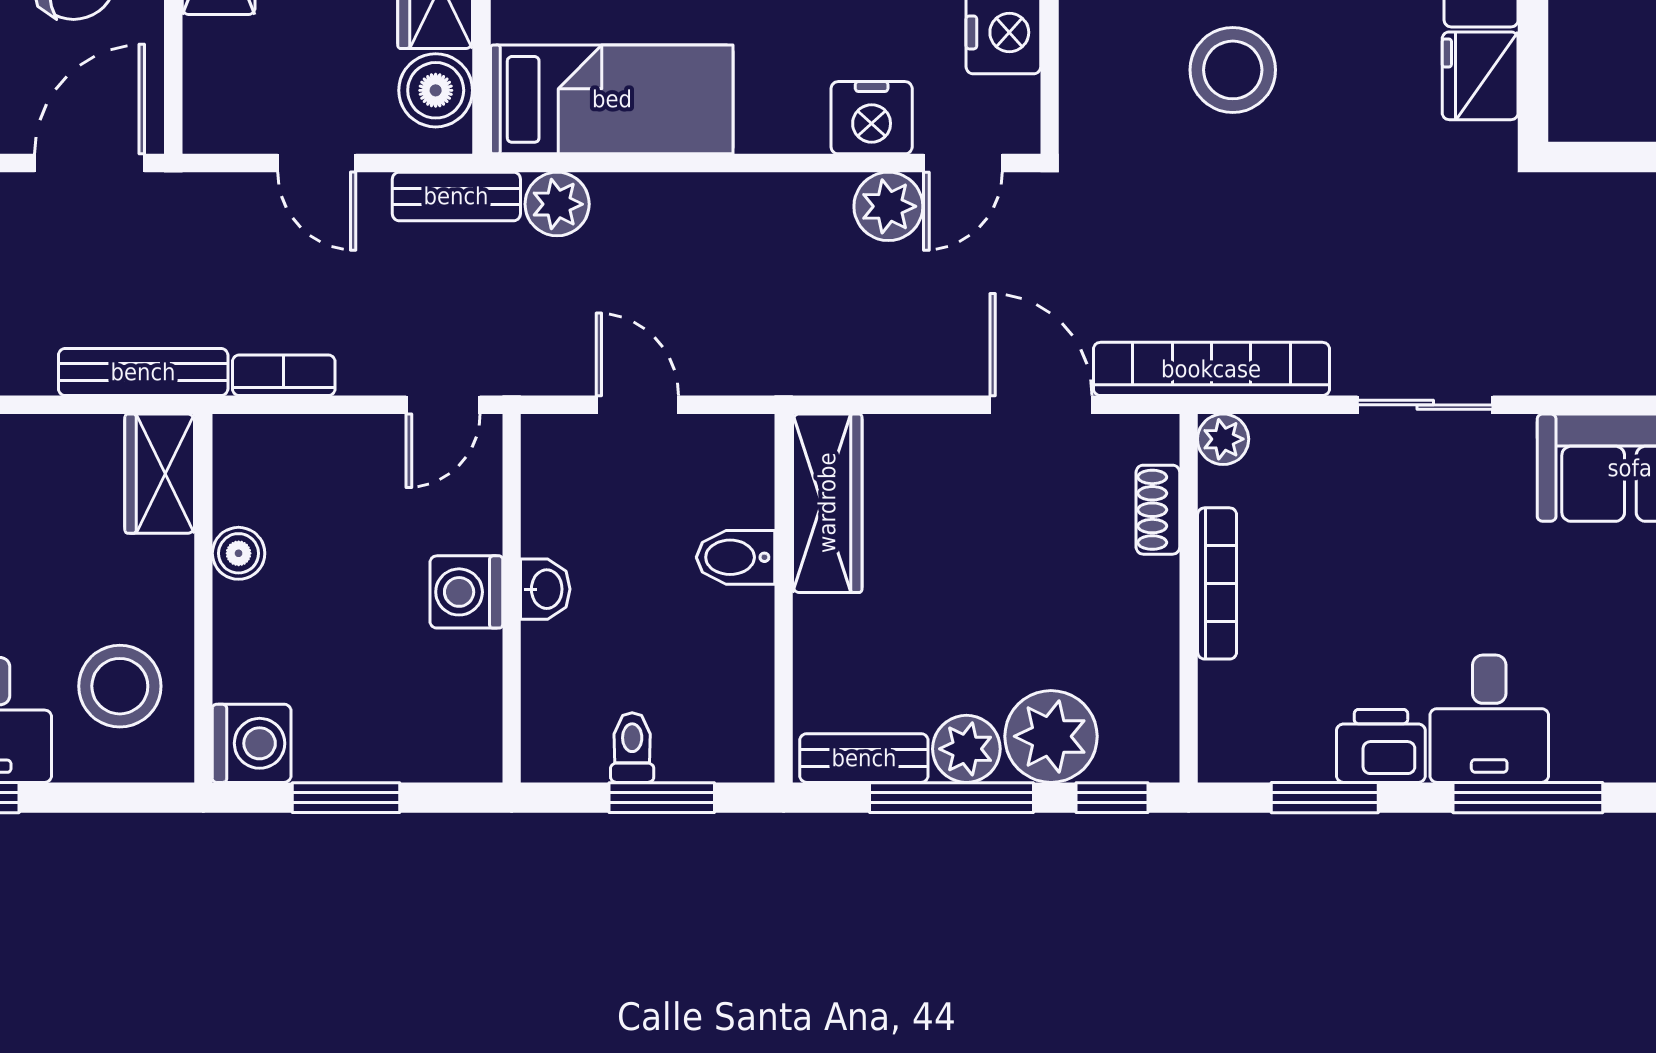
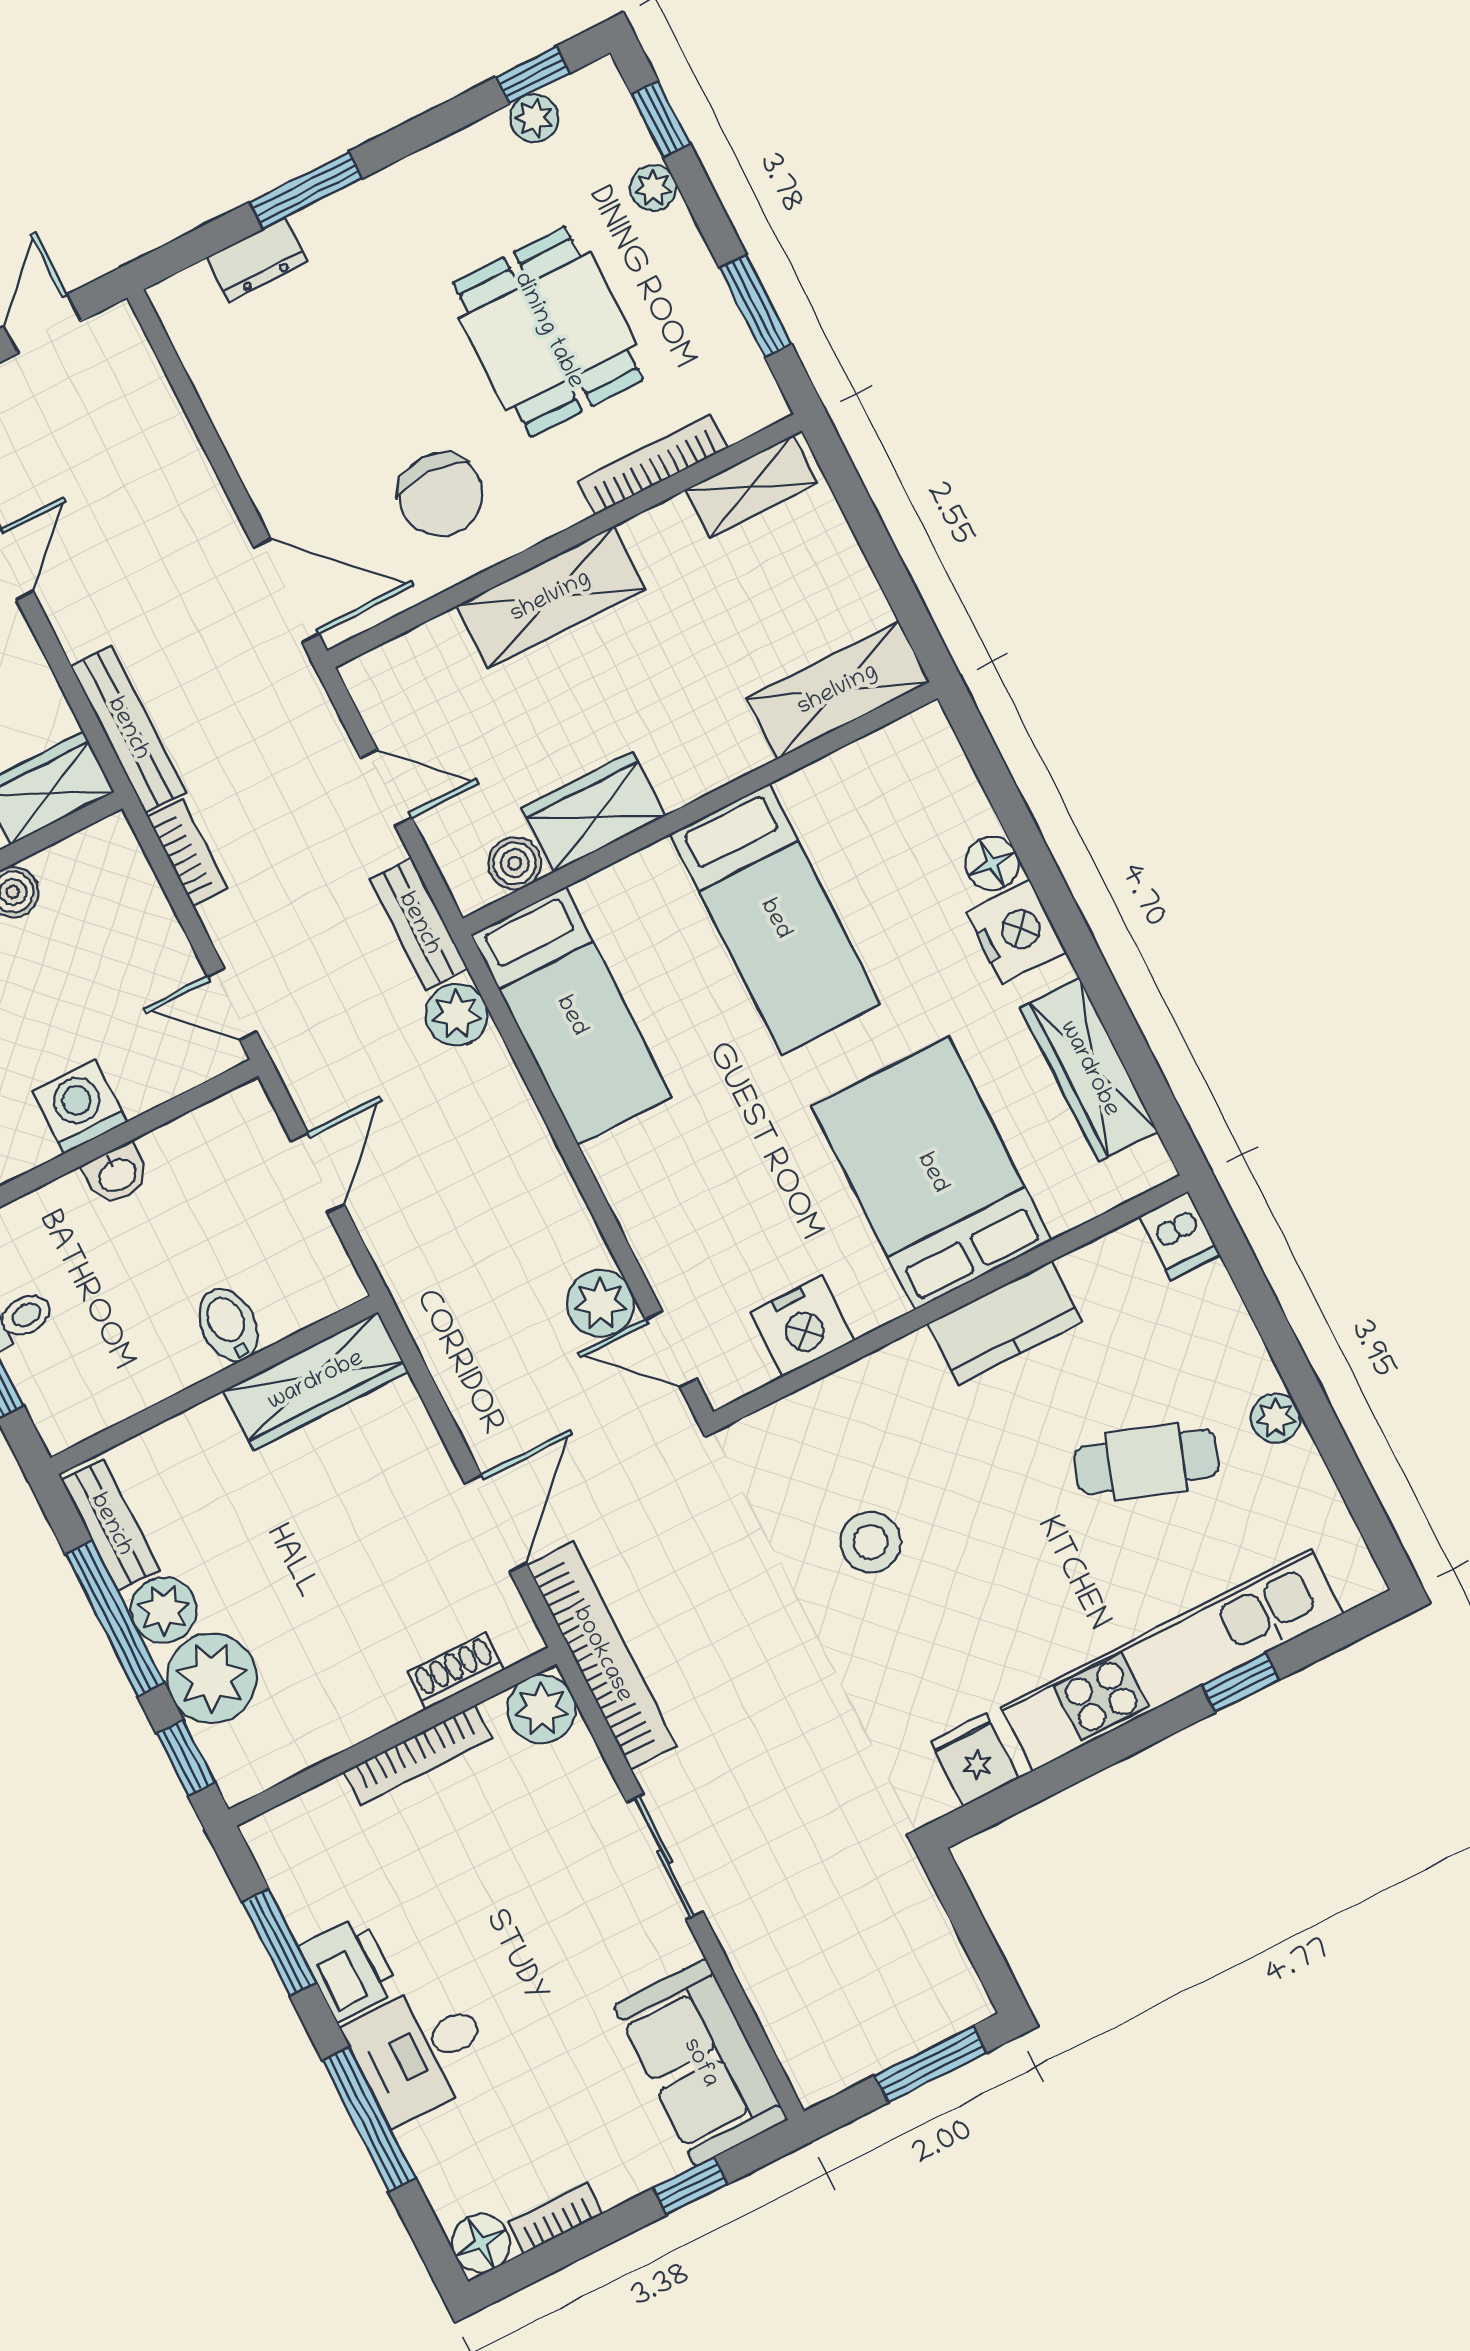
stool: (1233, 70) -> (871, 1542), width x0.73, depth x0.73
fridge: (1480, 76) -> (974, 1760), width x0.72
boiler: (436, 90) -> (515, 863), width x0.73, depth x0.73
nightstand: (872, 118) -> (670, 1250), removed
door: (317, 163) -> (386, 788), swing flipped
plant: (1223, 439) -> (542, 1709), width x1.38, depth x1.38

